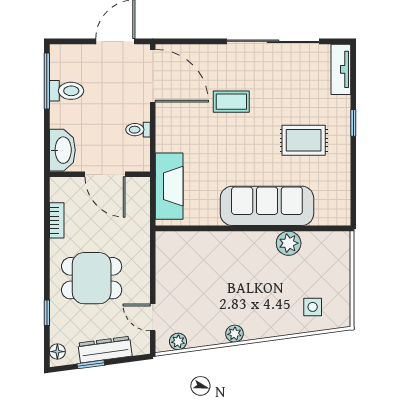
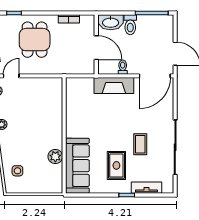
tv unit: (341, 69) -> (147, 188), moved
toilet: (67, 91) -> (130, 25), moved
coffee table: (231, 102) -> (140, 144), moved
door: (105, 174) -> (96, 48), swing flipped
fireplace: (169, 186) -> (114, 86), moved
sofa: (267, 206) -> (77, 166), moved

